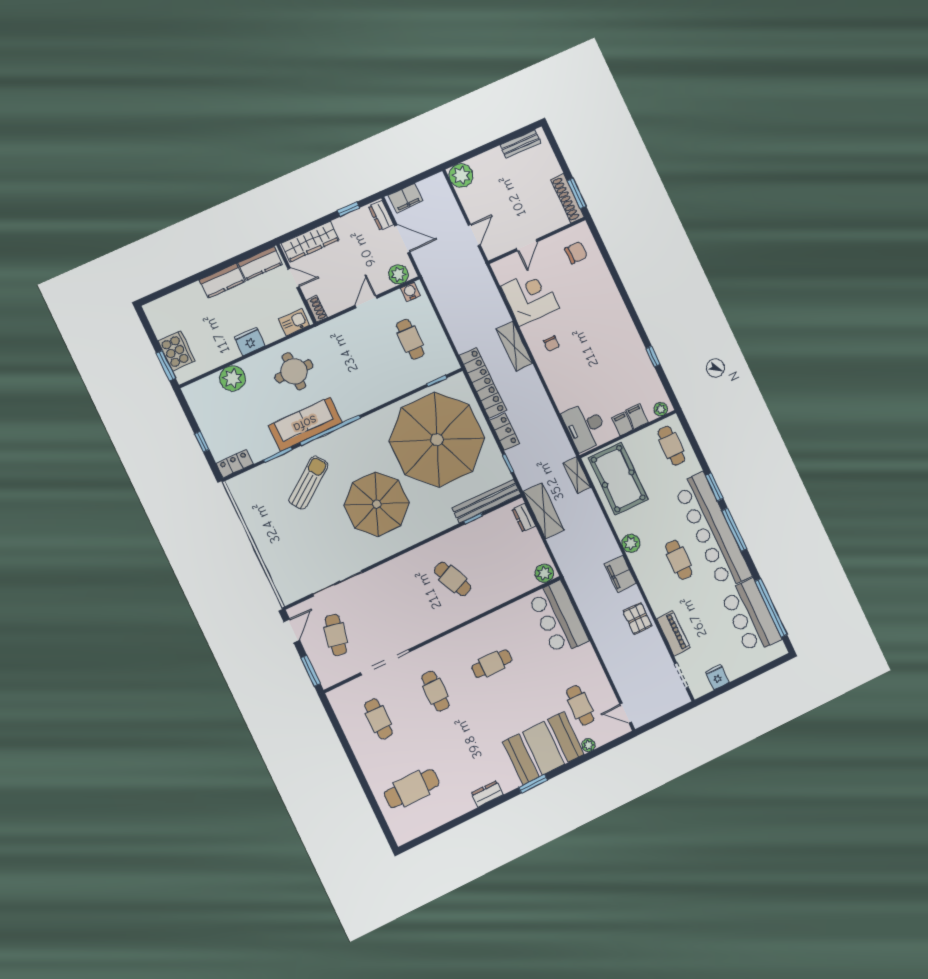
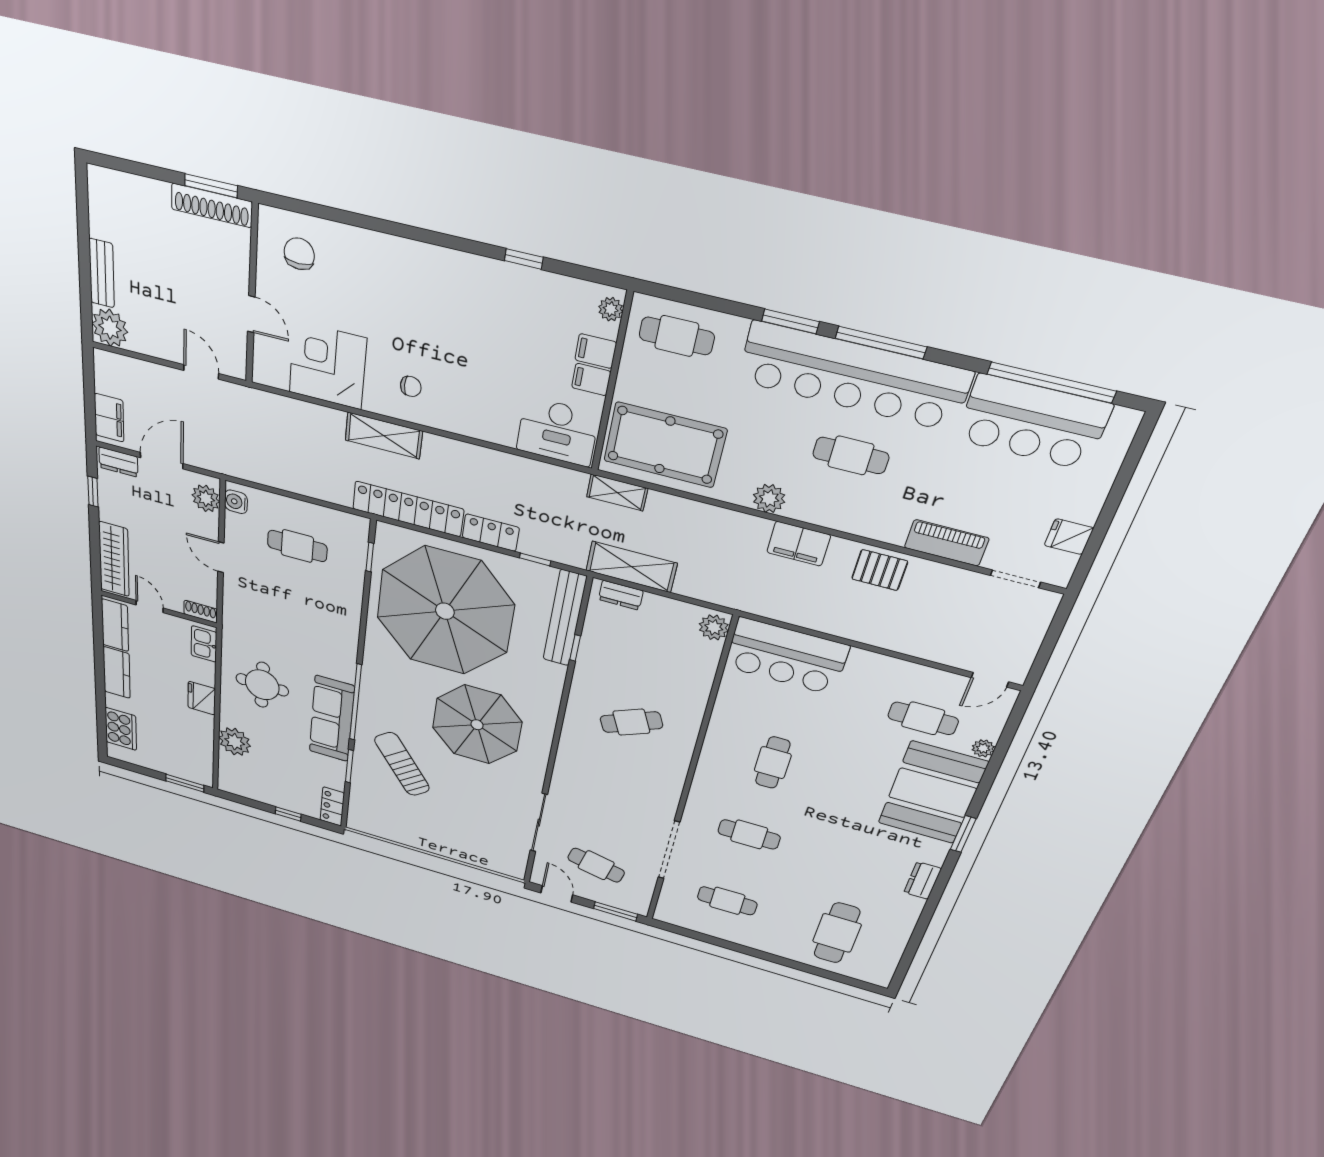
bench: (521, 144) -> (102, 273), moved
door: (294, 278) -> (150, 607), hinge flipped
cooker: (177, 351) -> (121, 729), moved, turned 90

